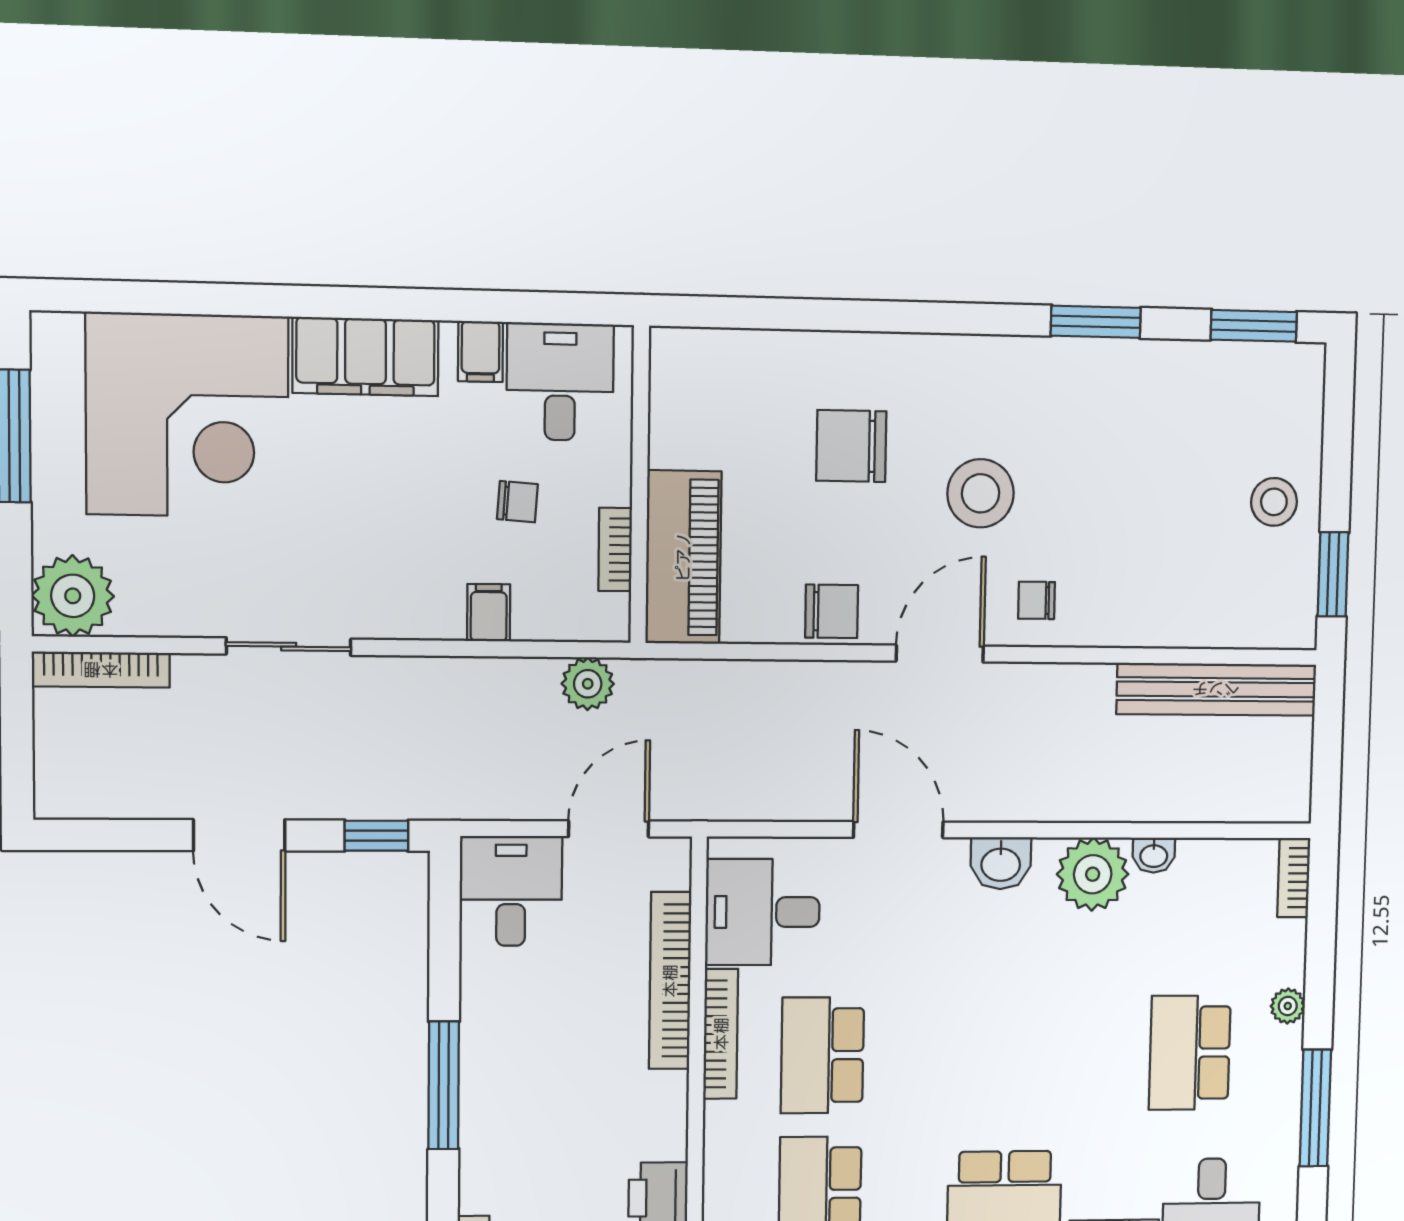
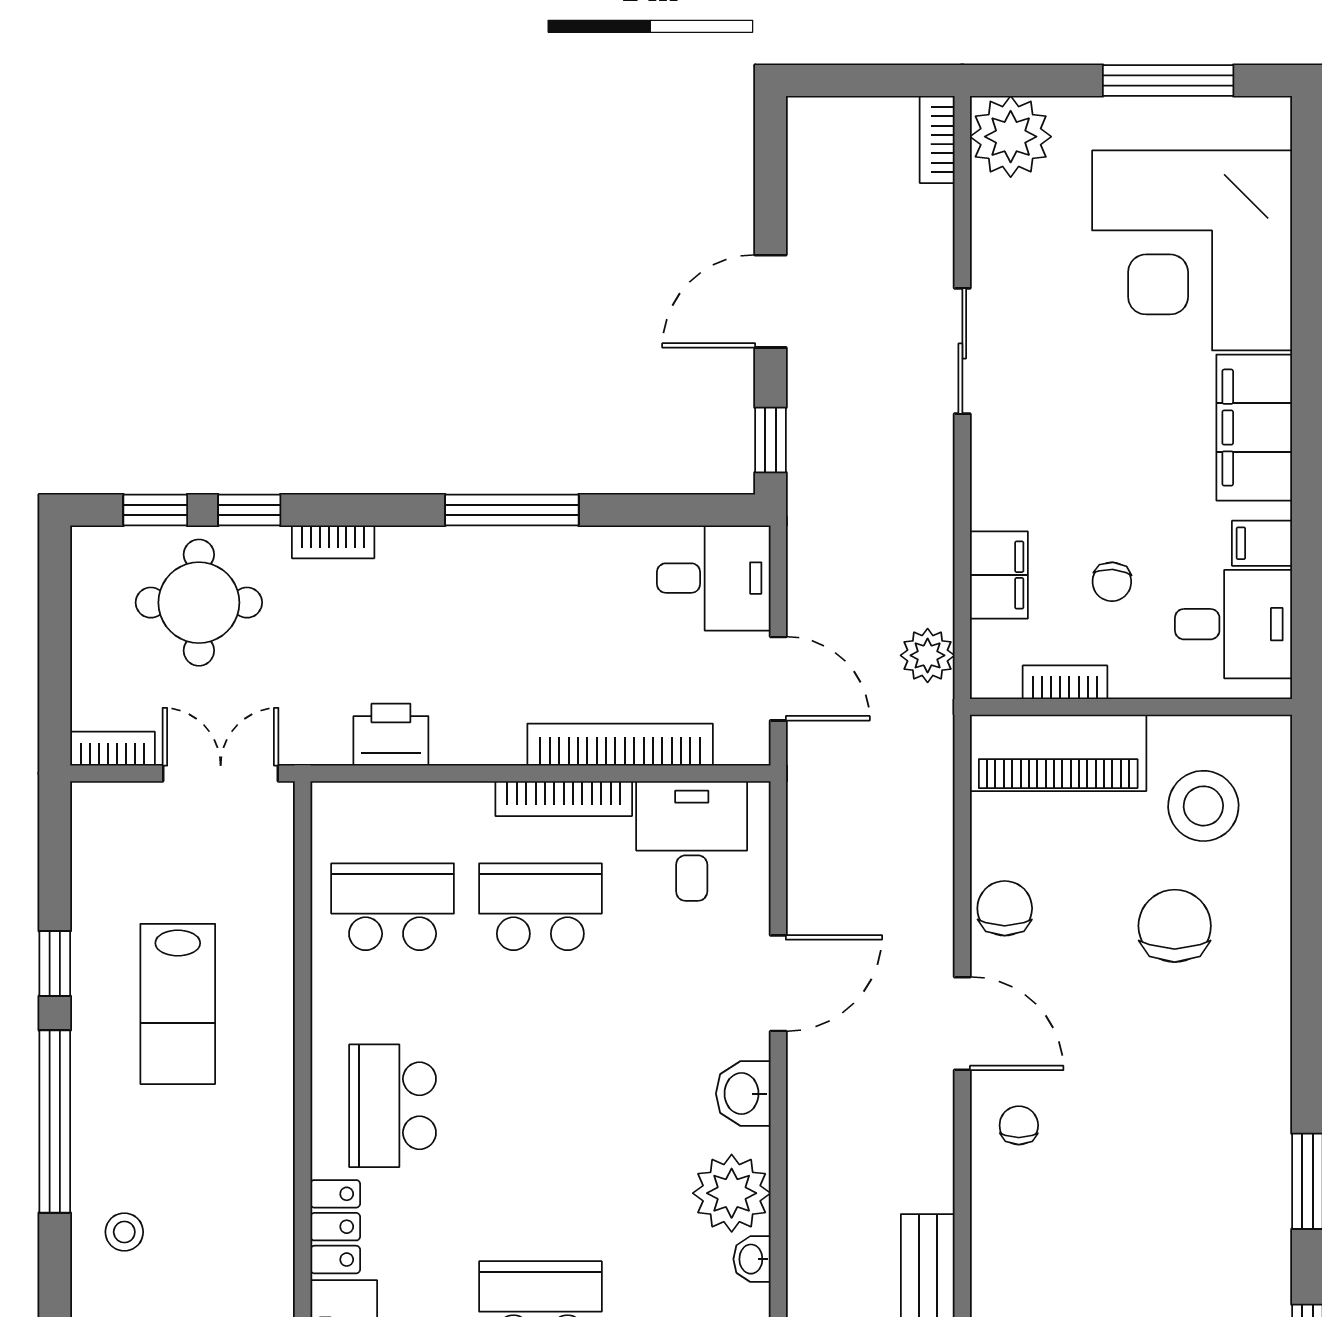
stool: (981, 493) -> (1203, 806), moved
chair: (832, 611) -> (1005, 908), turned 180
filing cabinet: (489, 613) -> (999, 575), width x2.00
bookcase: (101, 670) -> (937, 139), width x0.64

